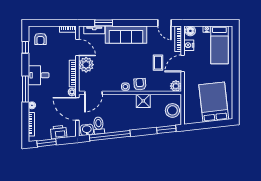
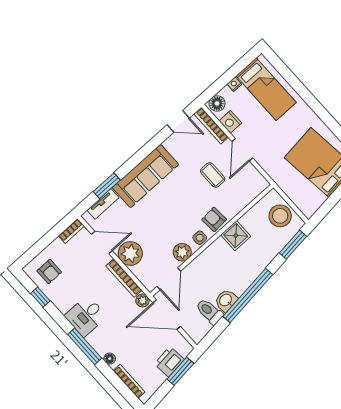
plant: (176, 86) -> (182, 252), moved
washbasin: (87, 130) -> (226, 300), moved
window: (110, 136) -> (248, 296), moved
window: (47, 143) -> (180, 371), moved

